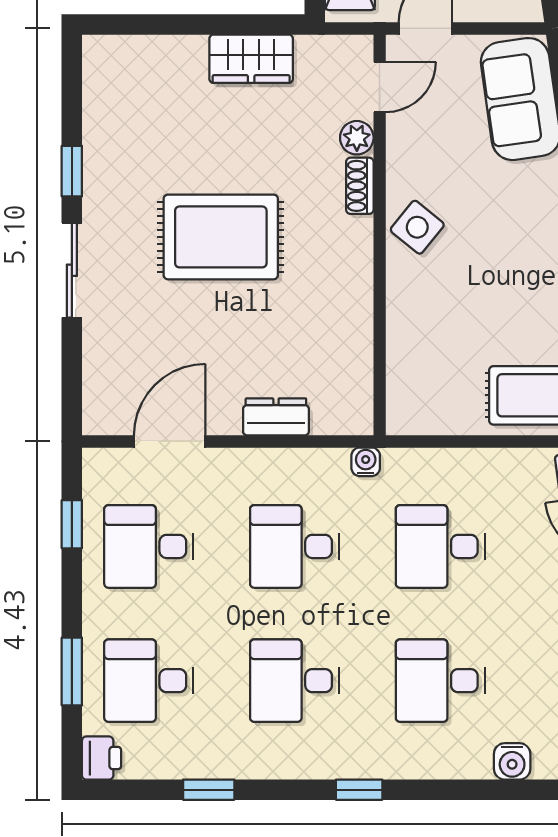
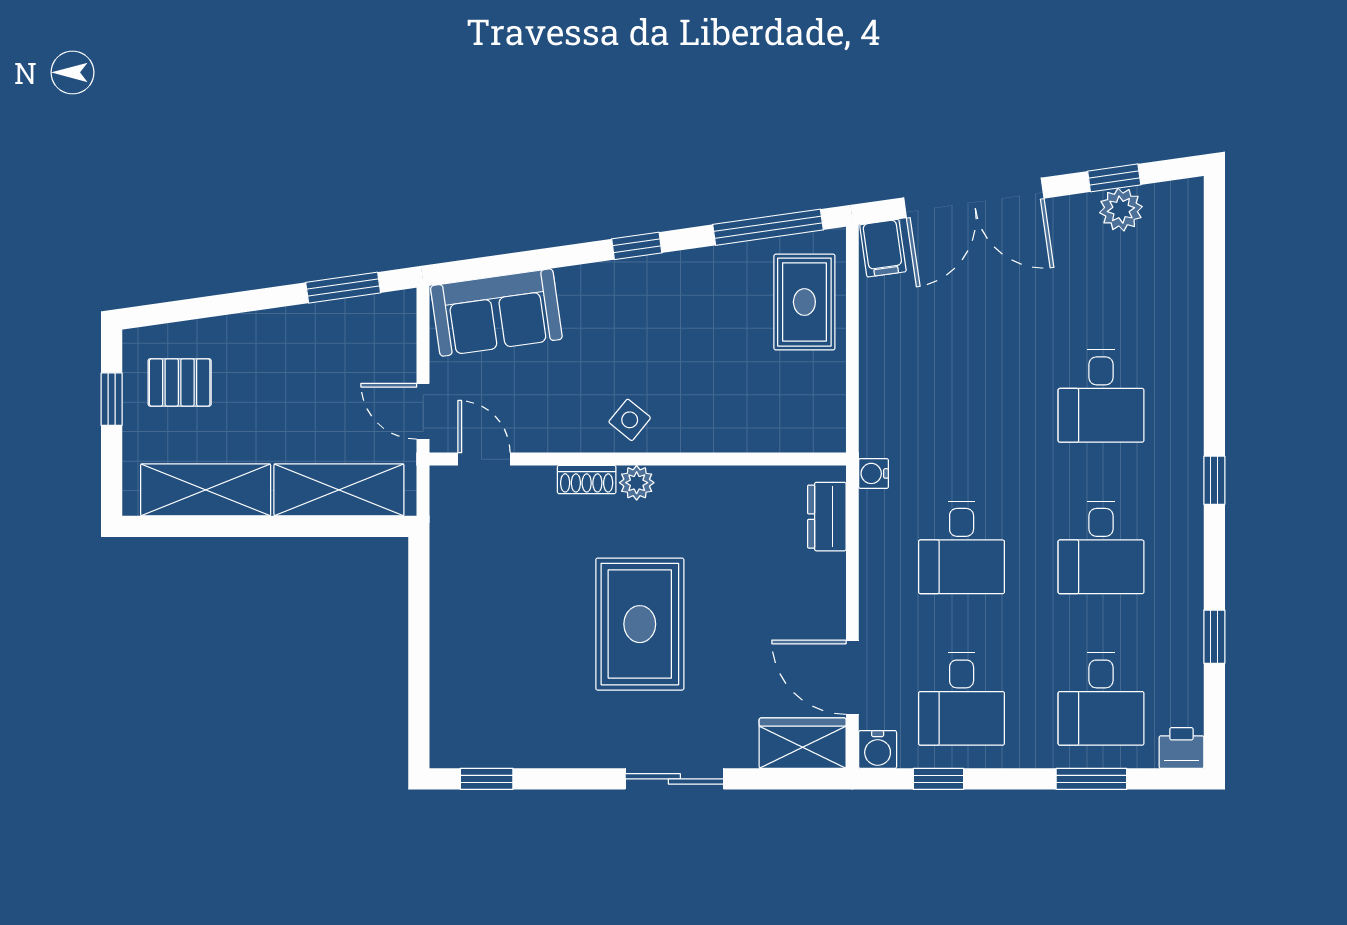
wardrobe: (251, 59) -> (803, 743), moved, turned -90
plant: (357, 138) -> (637, 483), moved
window: (72, 171) -> (487, 779), moved
side table: (417, 227) -> (630, 420), width x0.73, depth x0.73
dresser: (276, 417) -> (827, 517), moved
desk: (440, 546) -> (962, 396), removed
water cooler: (512, 761) -> (878, 749), moved, turned 90

